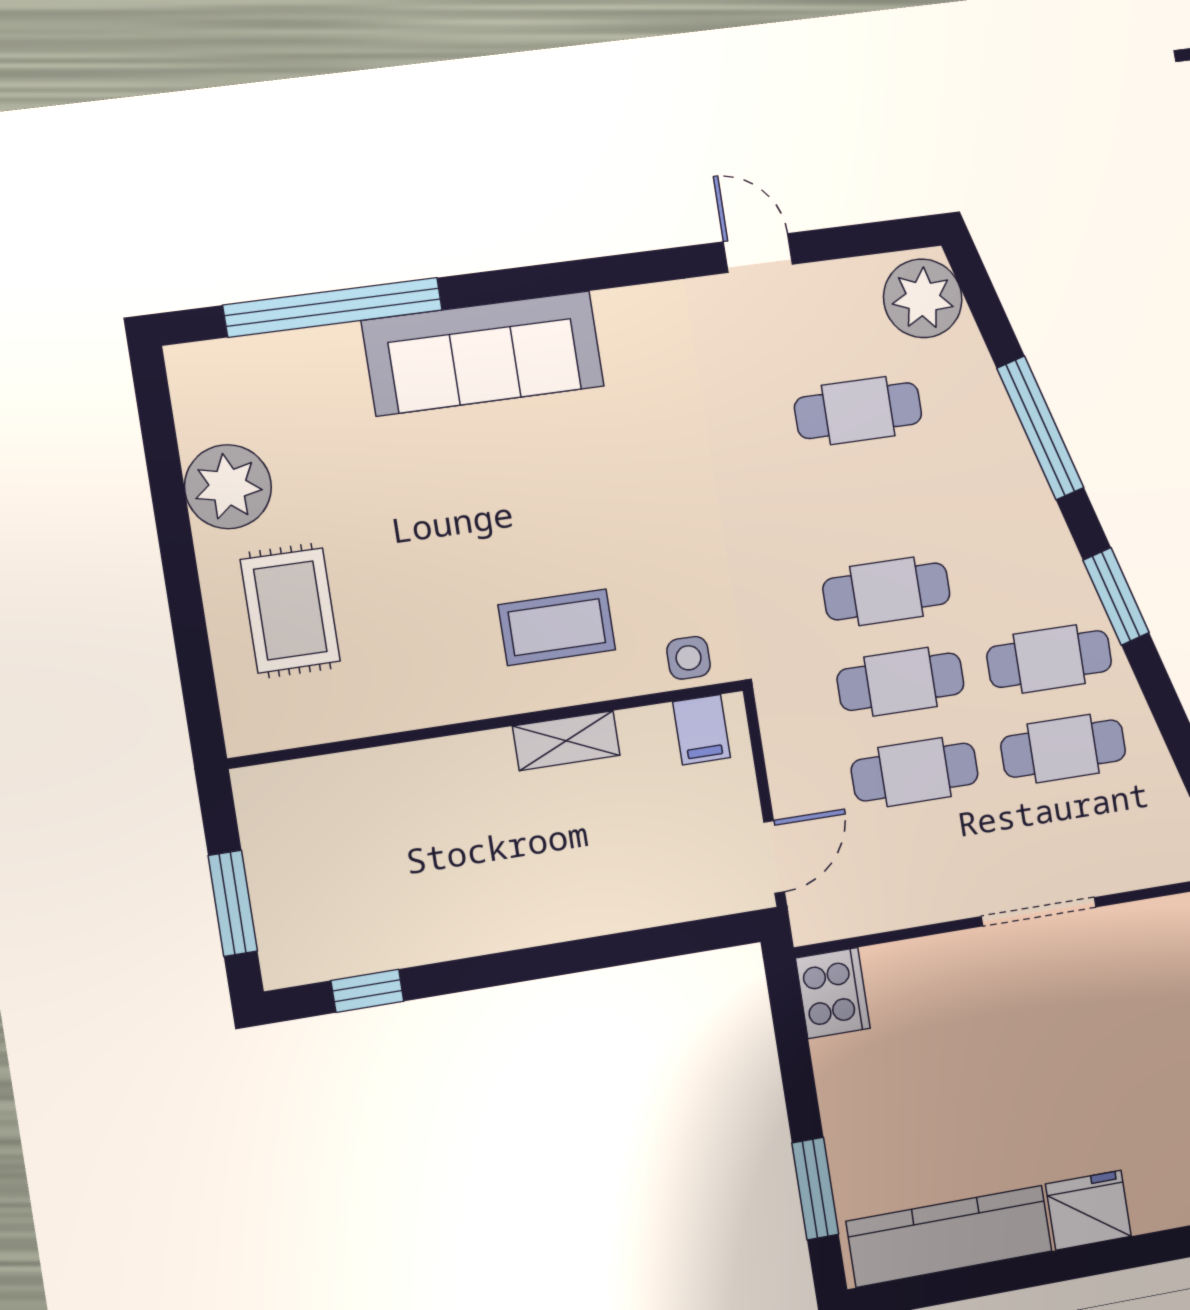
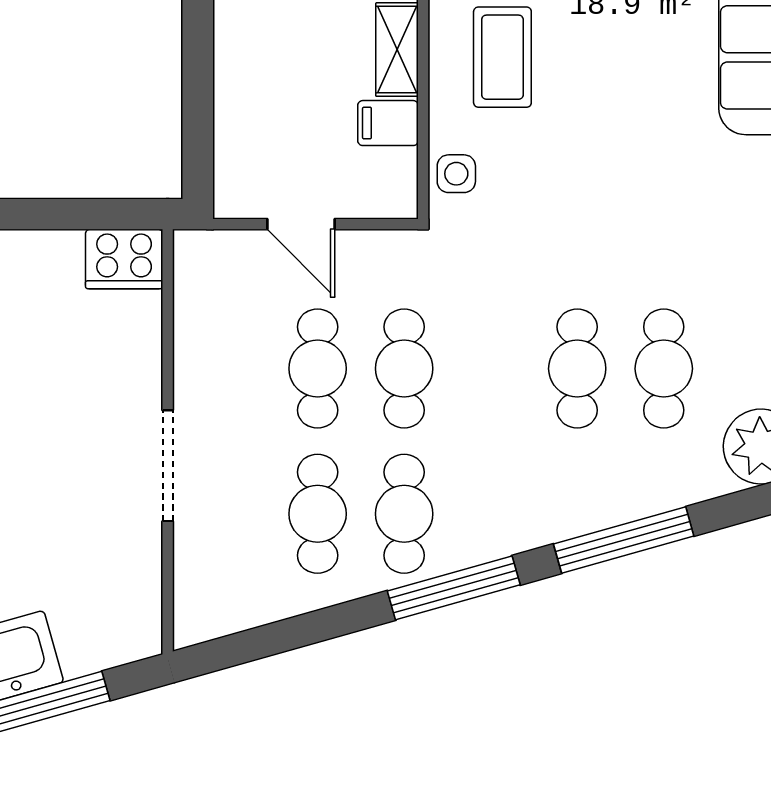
cafe table: (886, 591) -> (577, 369), moved
window: (1116, 596) -> (454, 588), width x1.44
filing cabinet: (702, 730) -> (388, 123), moved
door: (774, 857) -> (301, 224), moved

